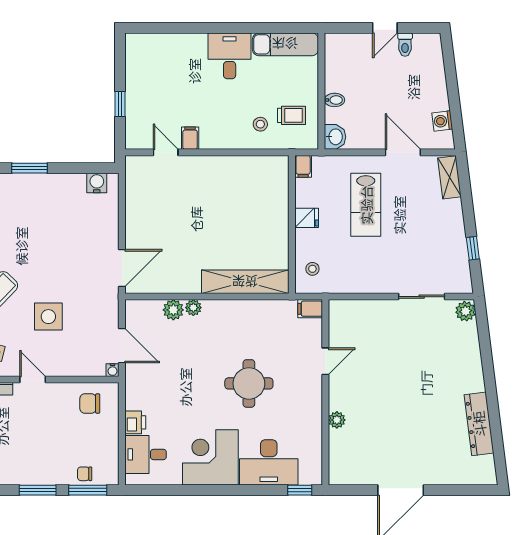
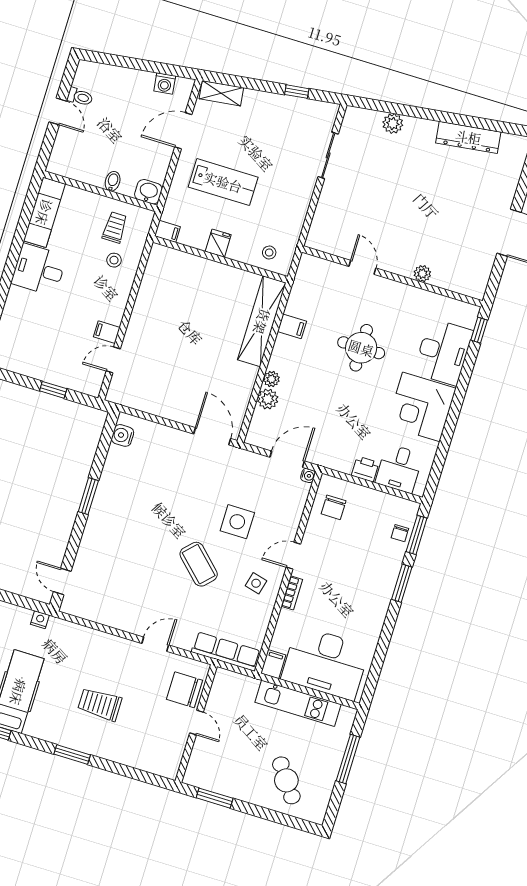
filing cabinet: (310, 309) -> (292, 326), moved, turned -90
plant: (466, 311) -> (393, 124), moved

